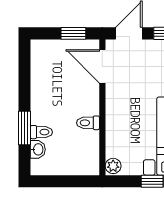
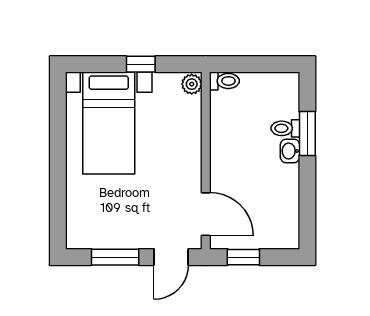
toilet: (88, 123) -> (224, 81), moved
washbasin: (38, 149) -> (290, 151), moved

